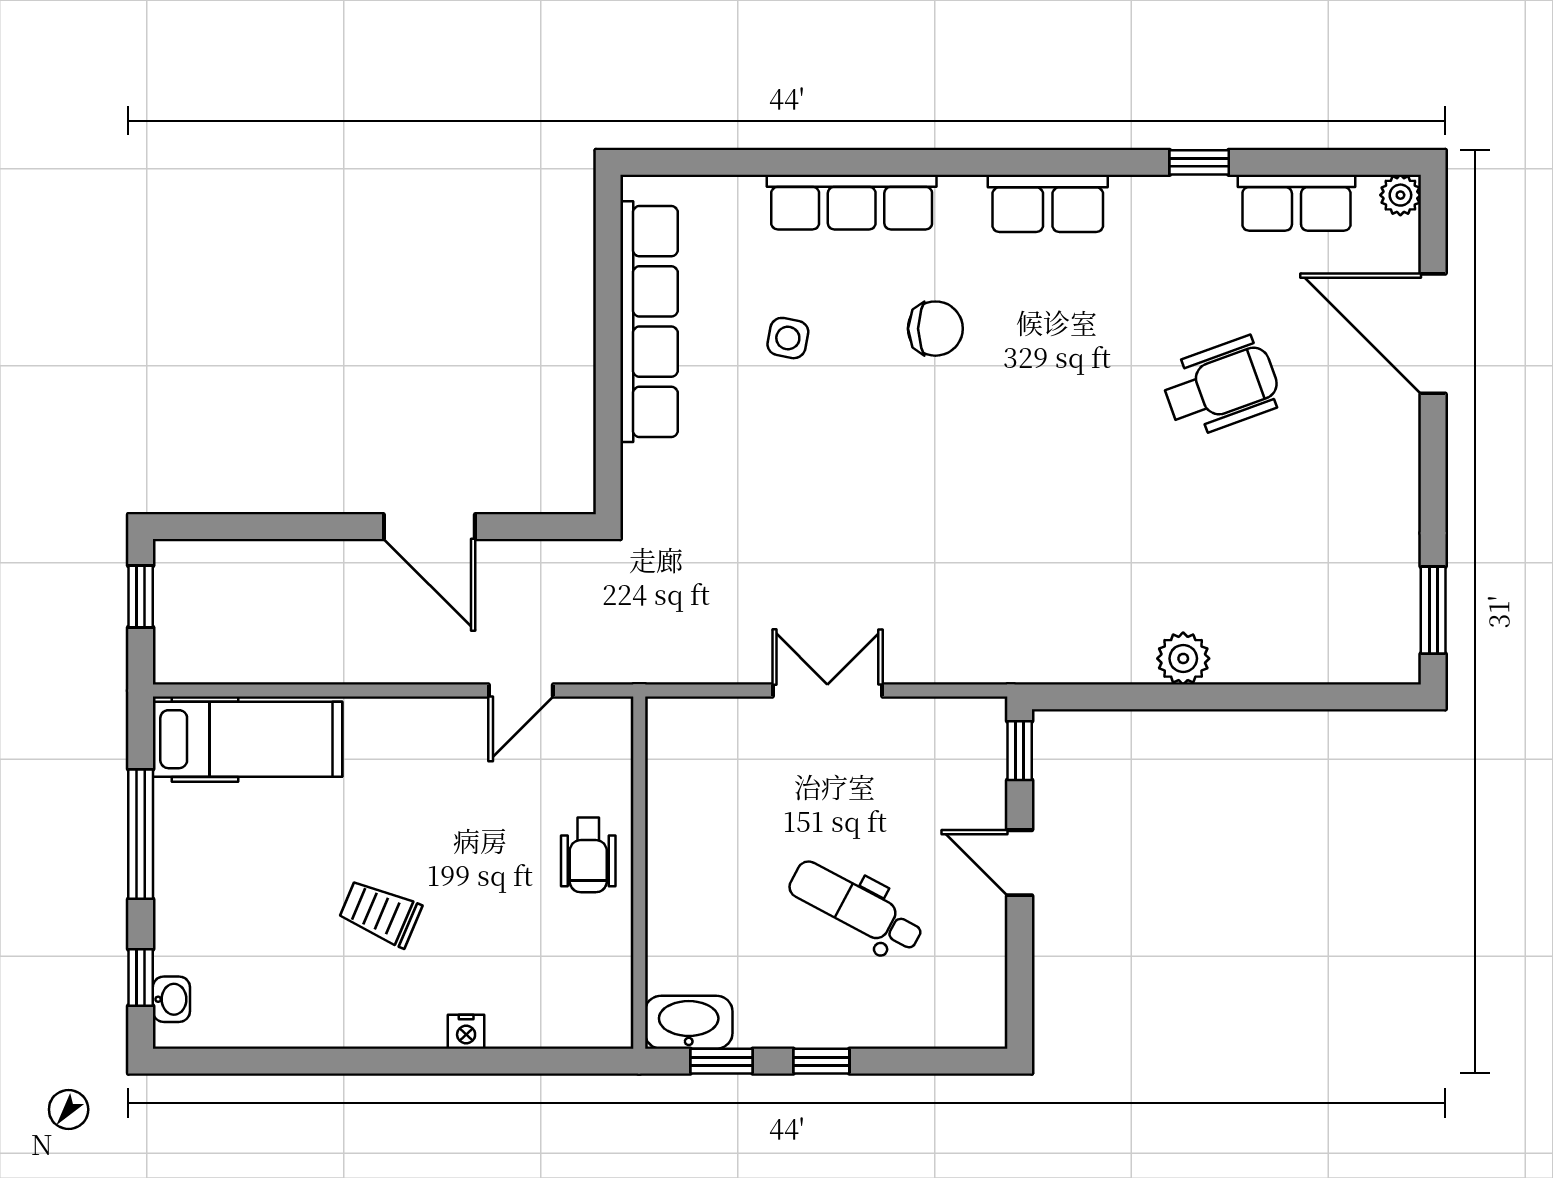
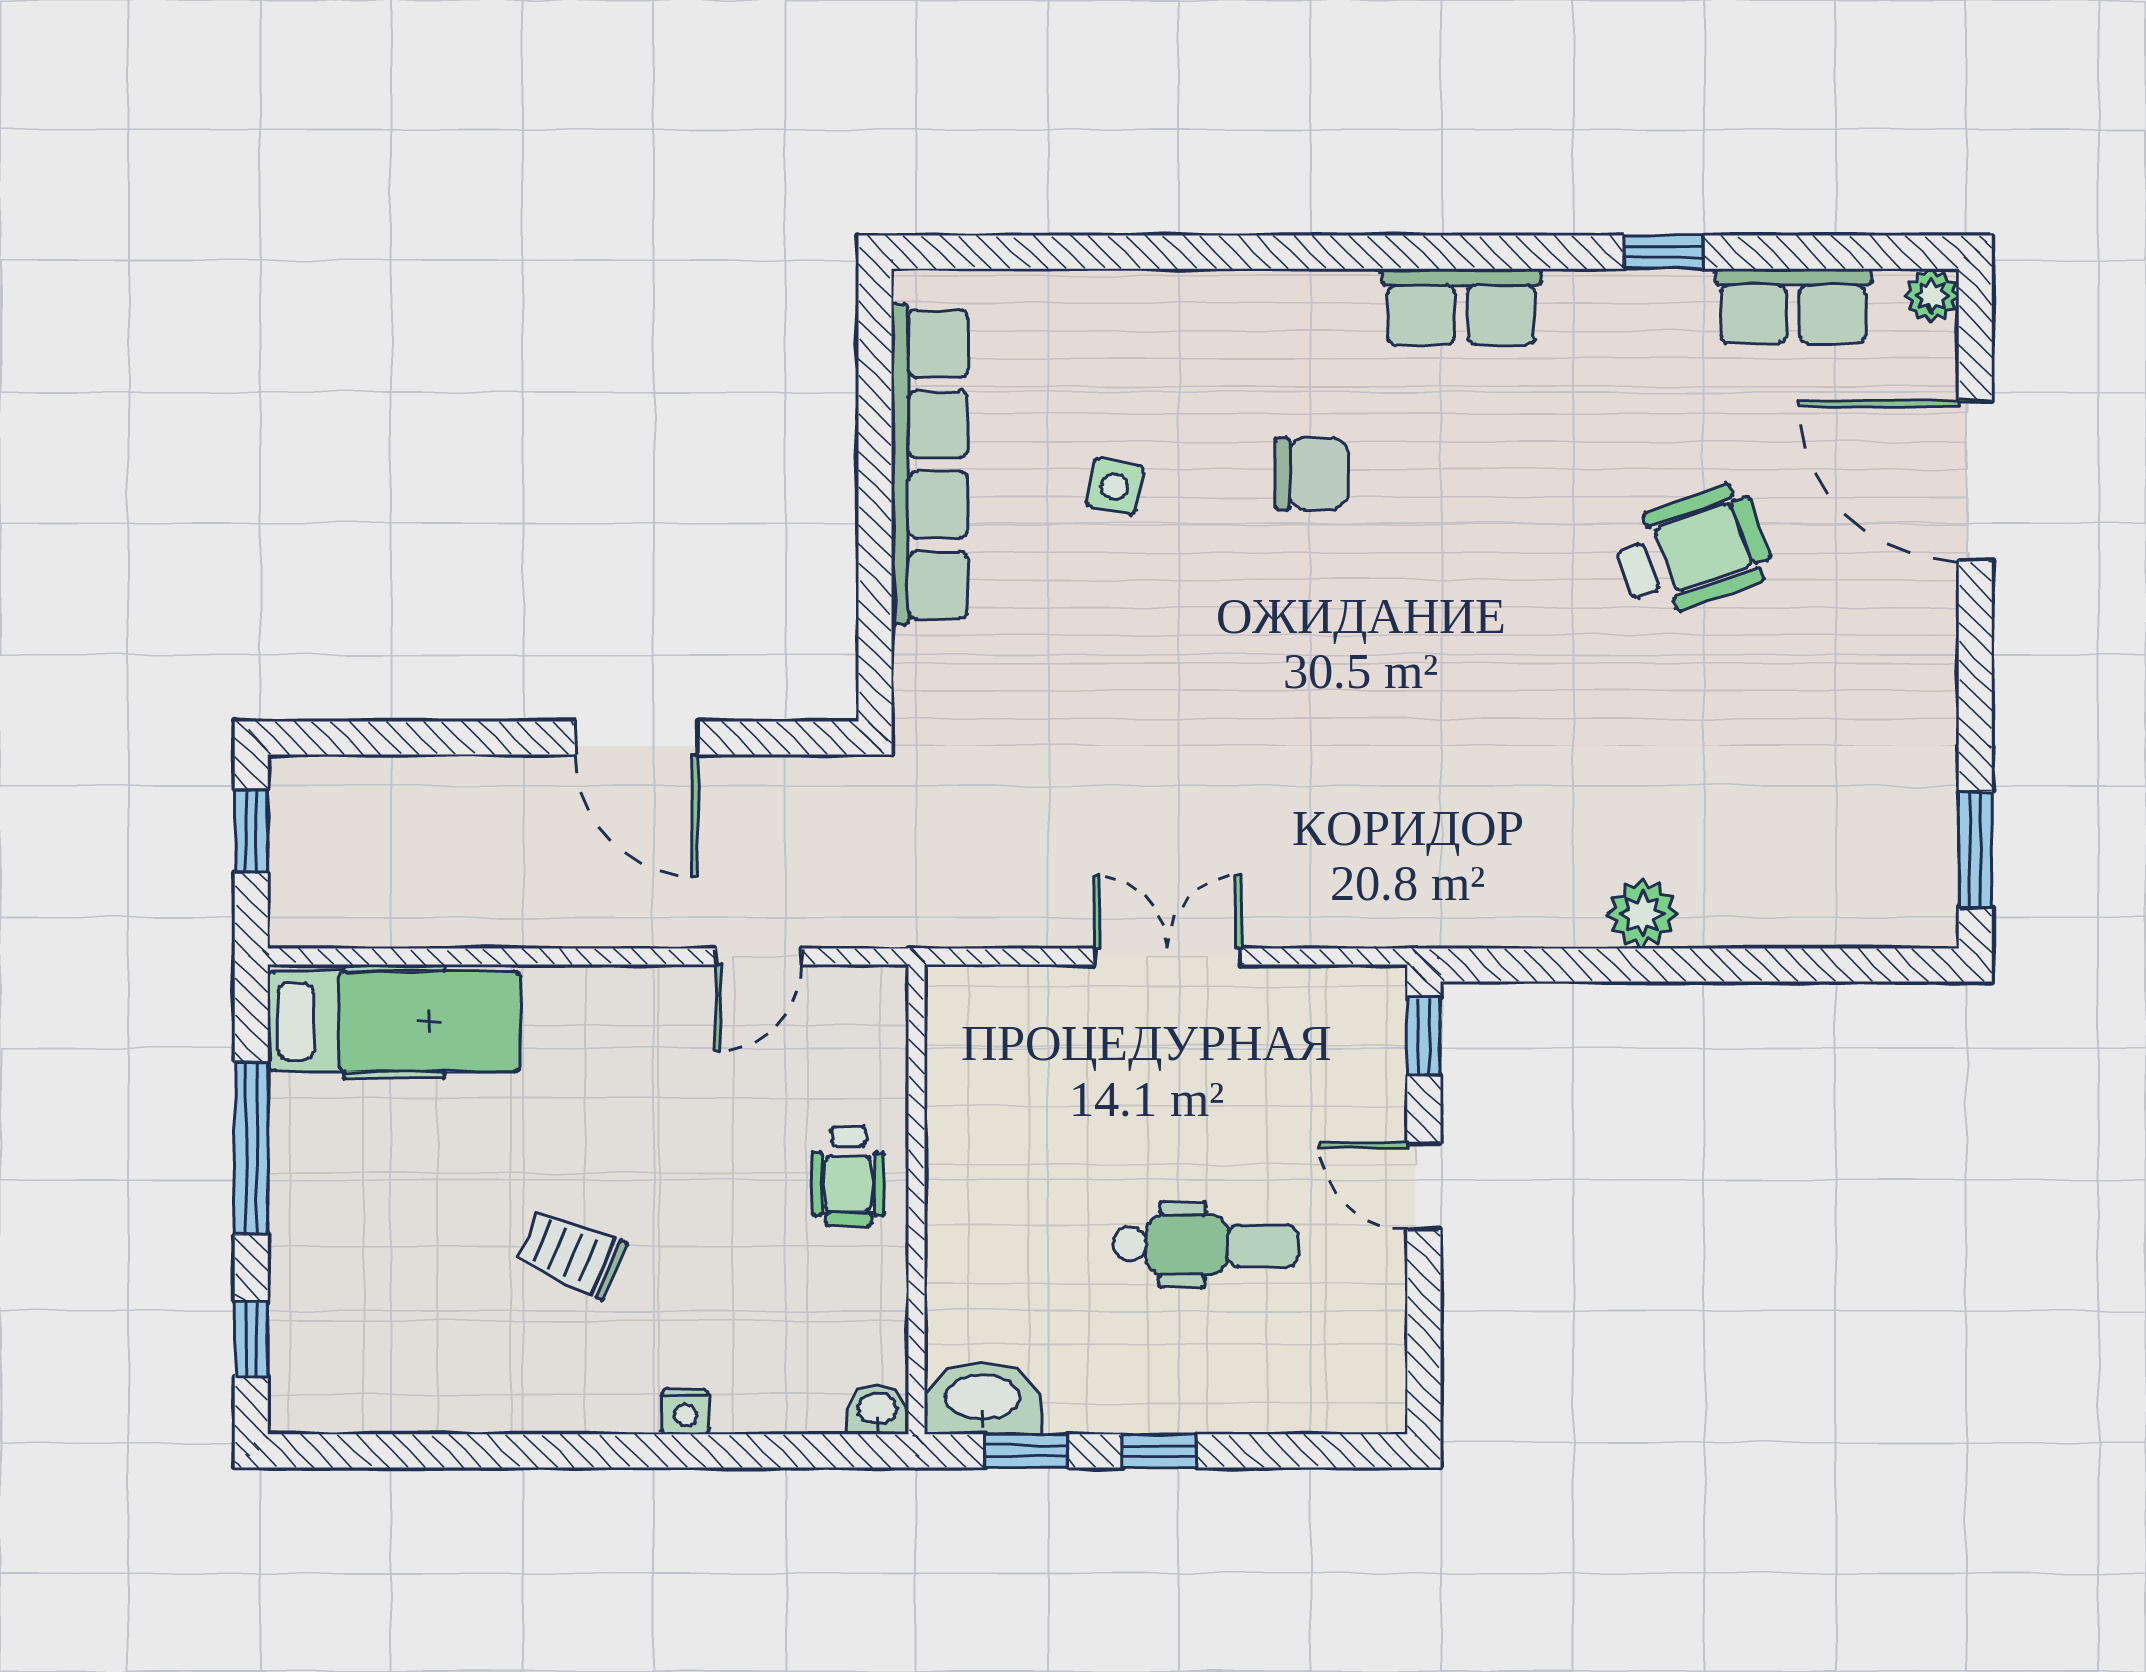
row of seats: (852, 202) -> (1200, 305), removed
dental chair: (856, 907) -> (1205, 1245), turned 153
washbasin: (171, 999) -> (877, 1410), moved, turned -90

